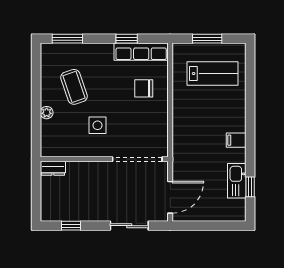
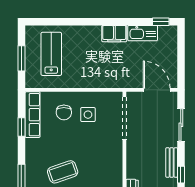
side table: (98, 125) -> (88, 115), moved
filing cabinet: (236, 140) -> (114, 34), width x2.00
window: (250, 187) -> (161, 22), moved
bench: (85, 215) -> (172, 162), added

